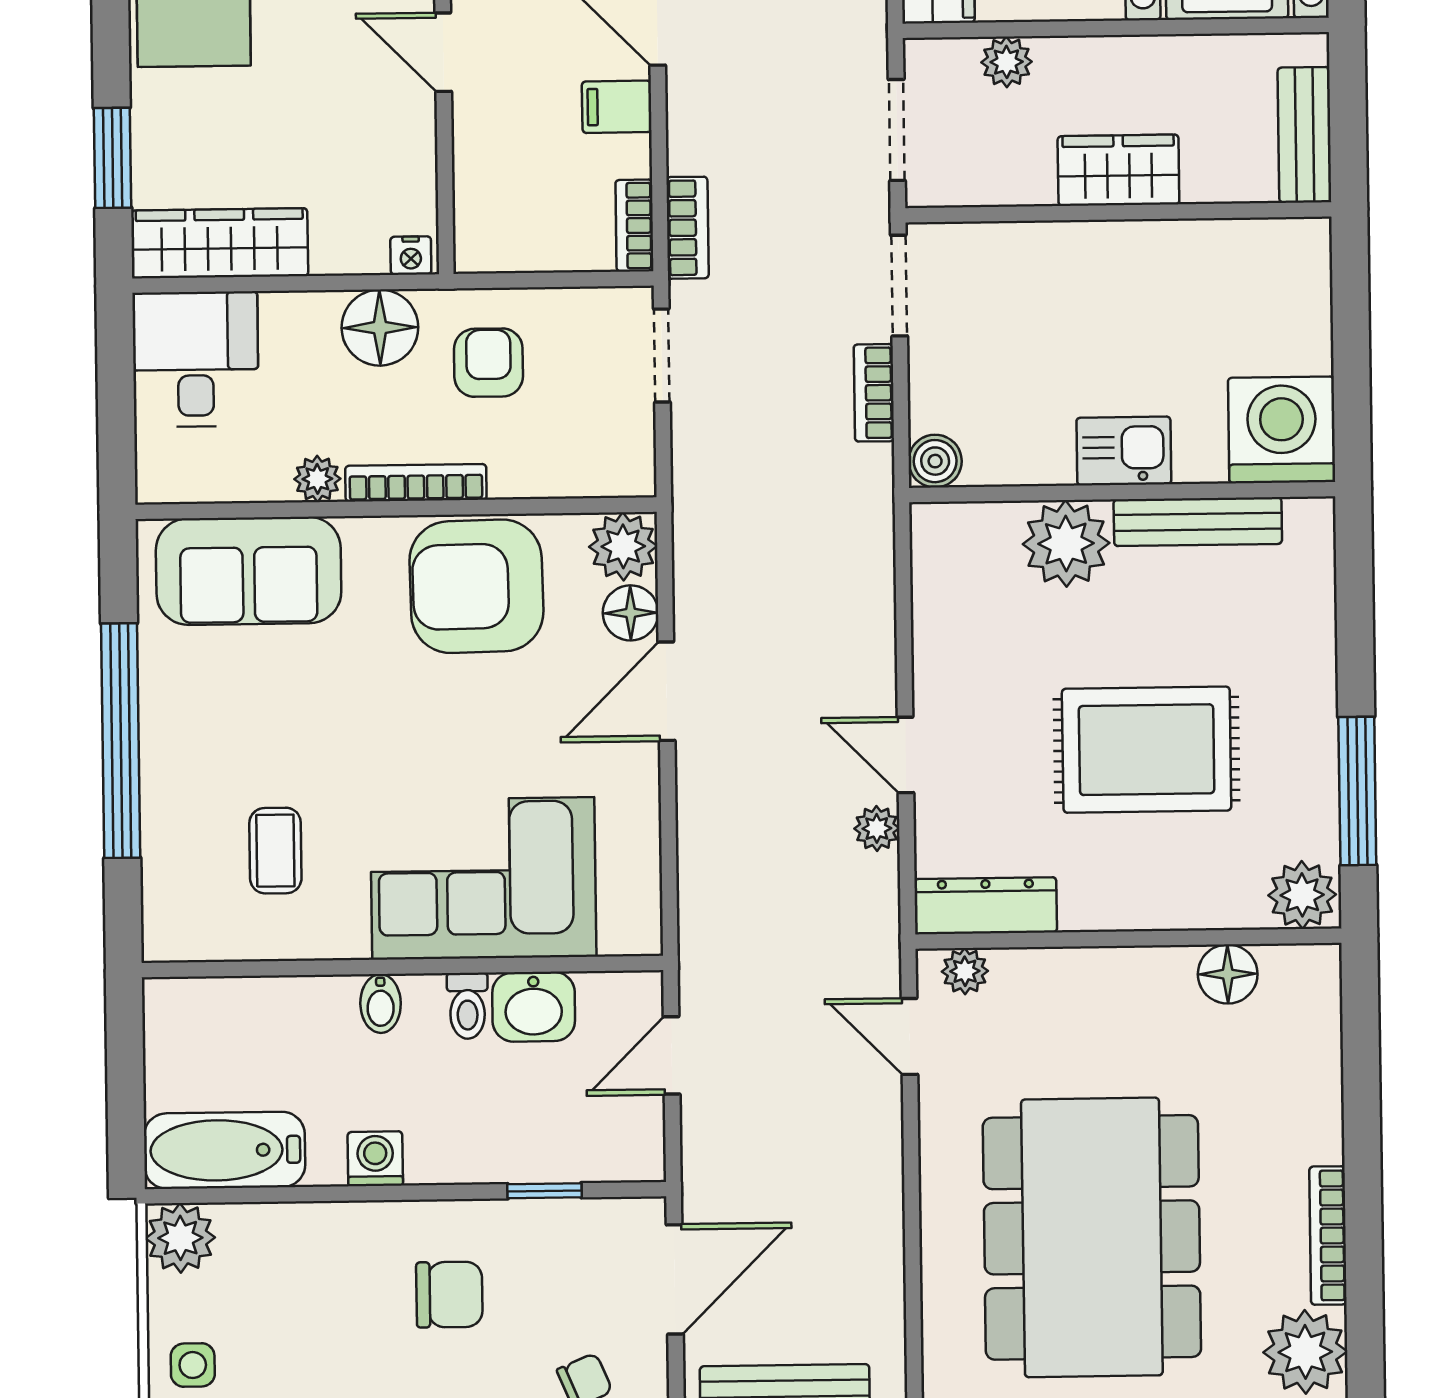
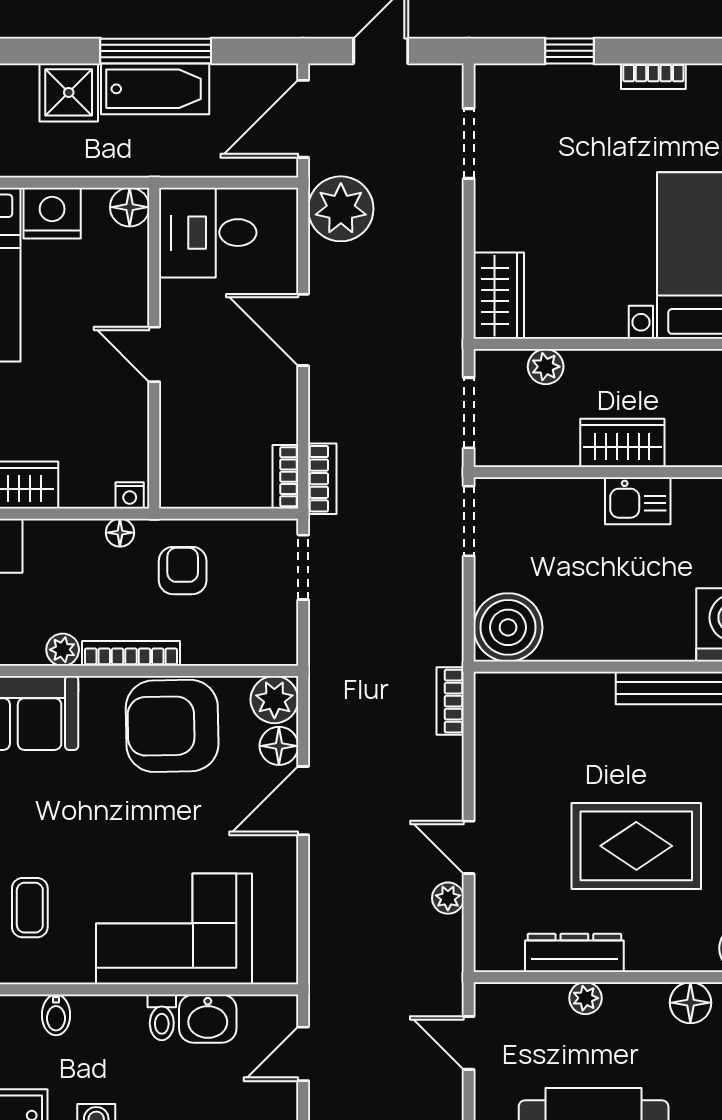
filing cabinet: (617, 107) -> (274, 394), removed
floor lamp: (380, 328) -> (120, 533), width x0.53, depth x0.53
bookcase: (874, 393) -> (450, 701), moved
kitchen sink: (1124, 451) -> (638, 501), moved, turned 180
boiler: (935, 461) -> (508, 627), width x1.86, depth x1.86
plant: (1066, 544) -> (582, 702), removed
dresser: (986, 906) -> (574, 953), moved
plant: (965, 971) -> (585, 998), moved
bidet: (381, 1004) -> (56, 1015), moved

